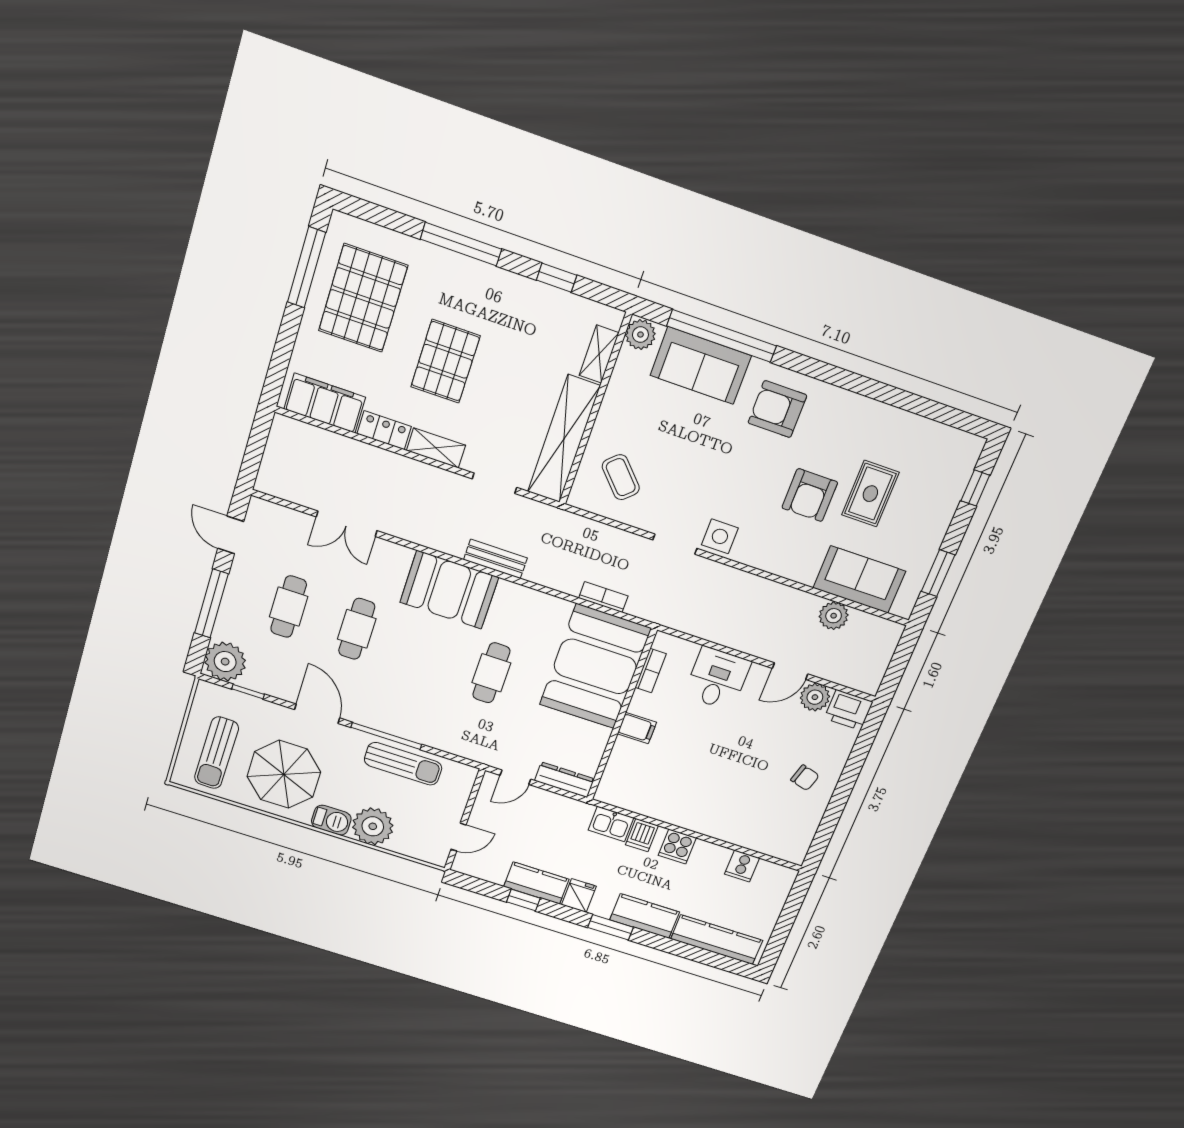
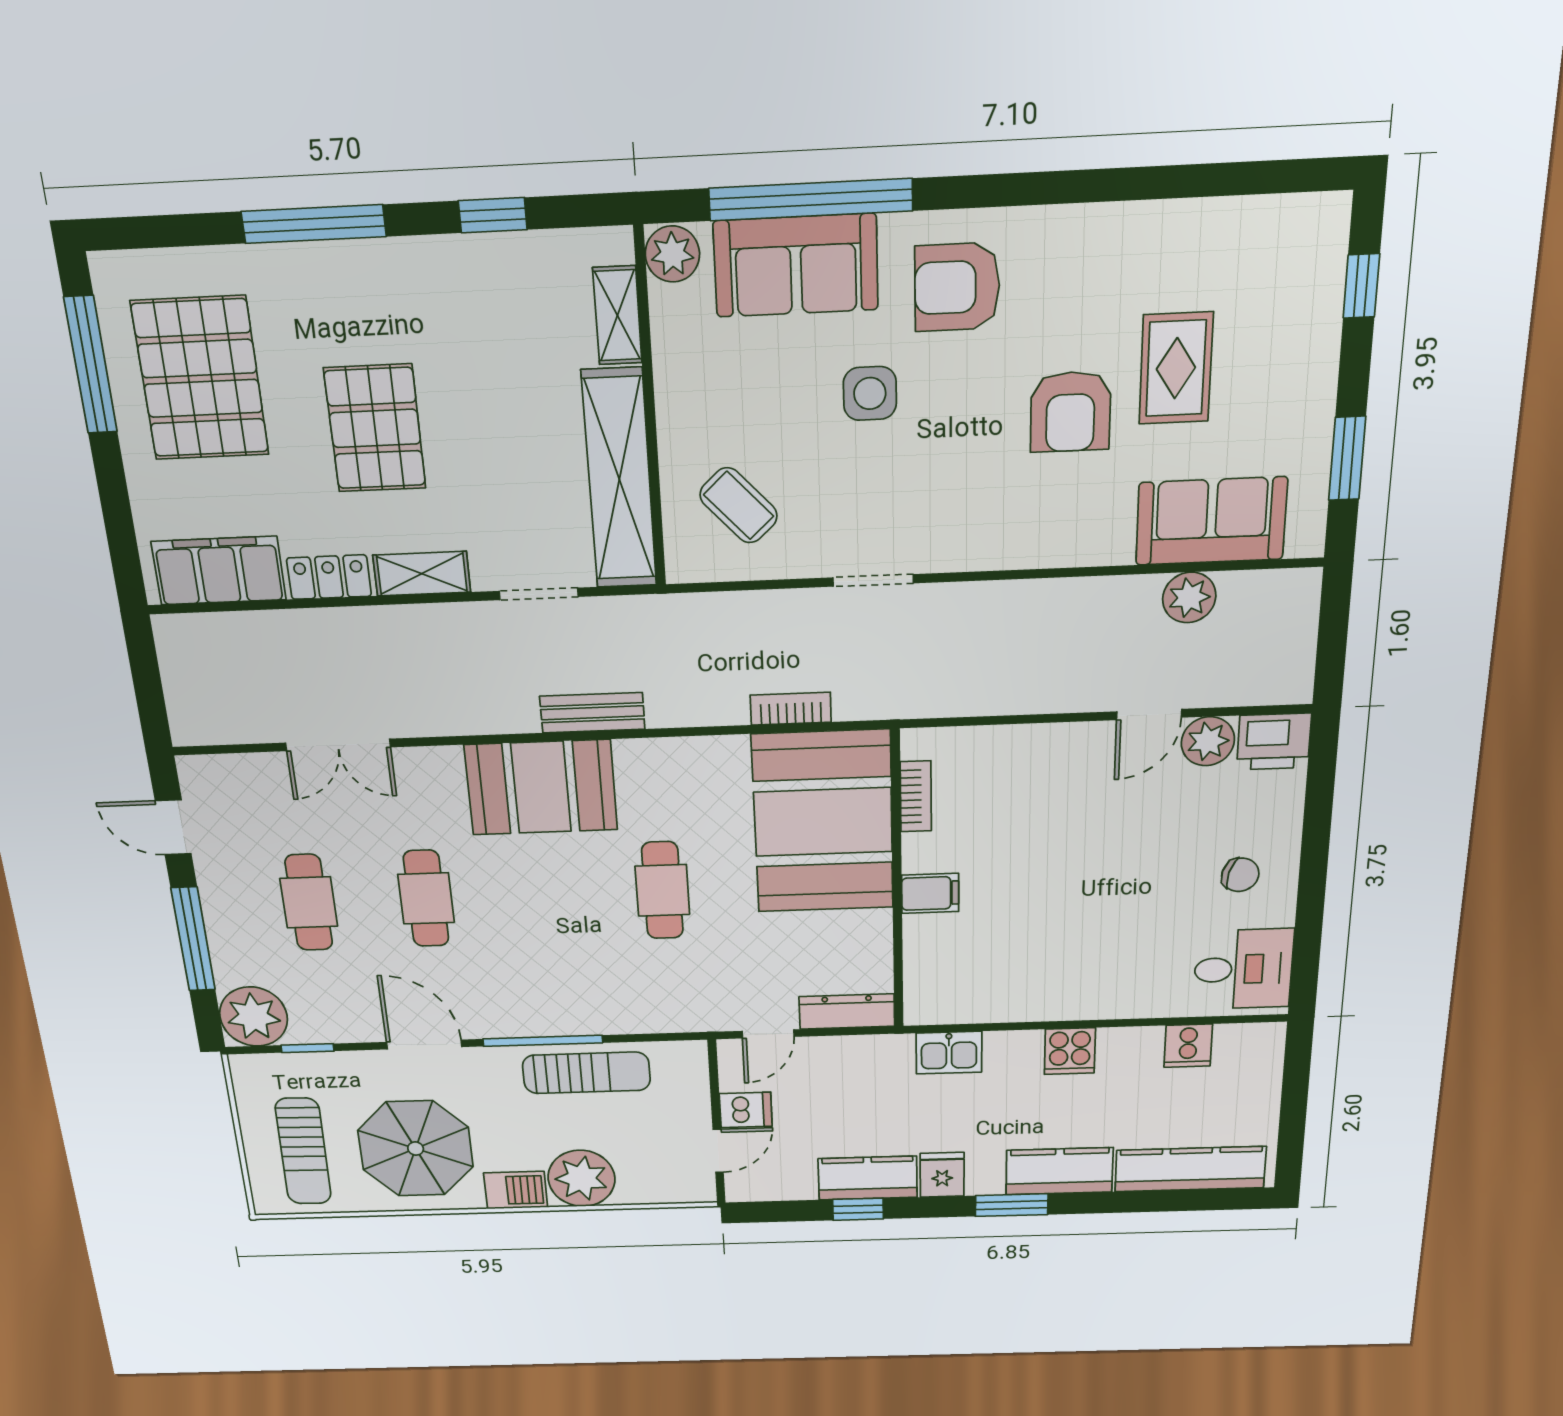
side table: (720, 536) -> (870, 393), moved
desk: (717, 679) -> (1243, 969), moved, turned 90
dishwasher: (642, 835) -> (746, 1110), moved, turned -90

